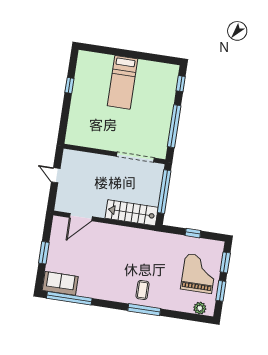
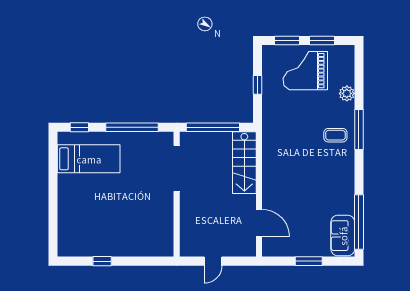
bed: (122, 82) -> (89, 159), moved
plant: (200, 308) -> (347, 93), moved

